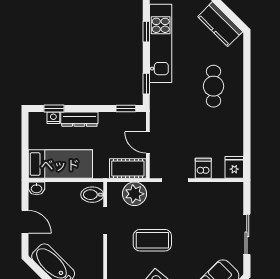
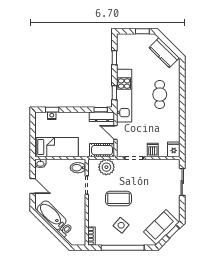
kitchen unit: (161, 43) -> (124, 96), moved
dresser: (79, 119) -> (102, 117), moved
sliding door: (247, 234) -> (182, 182), moved

